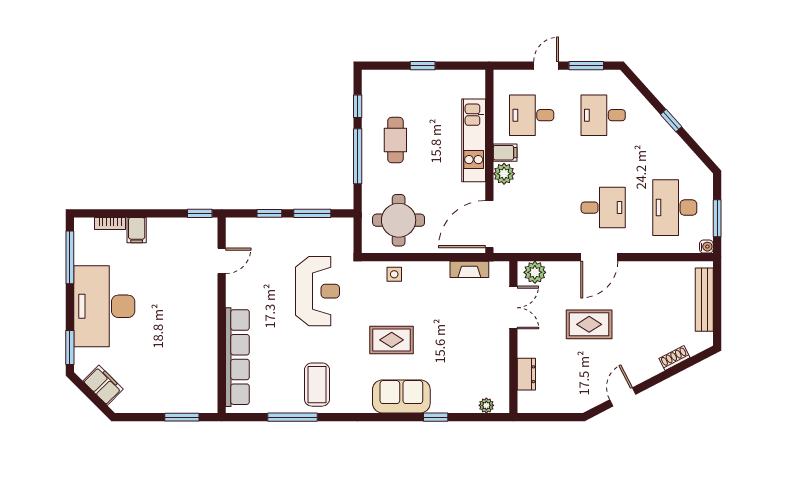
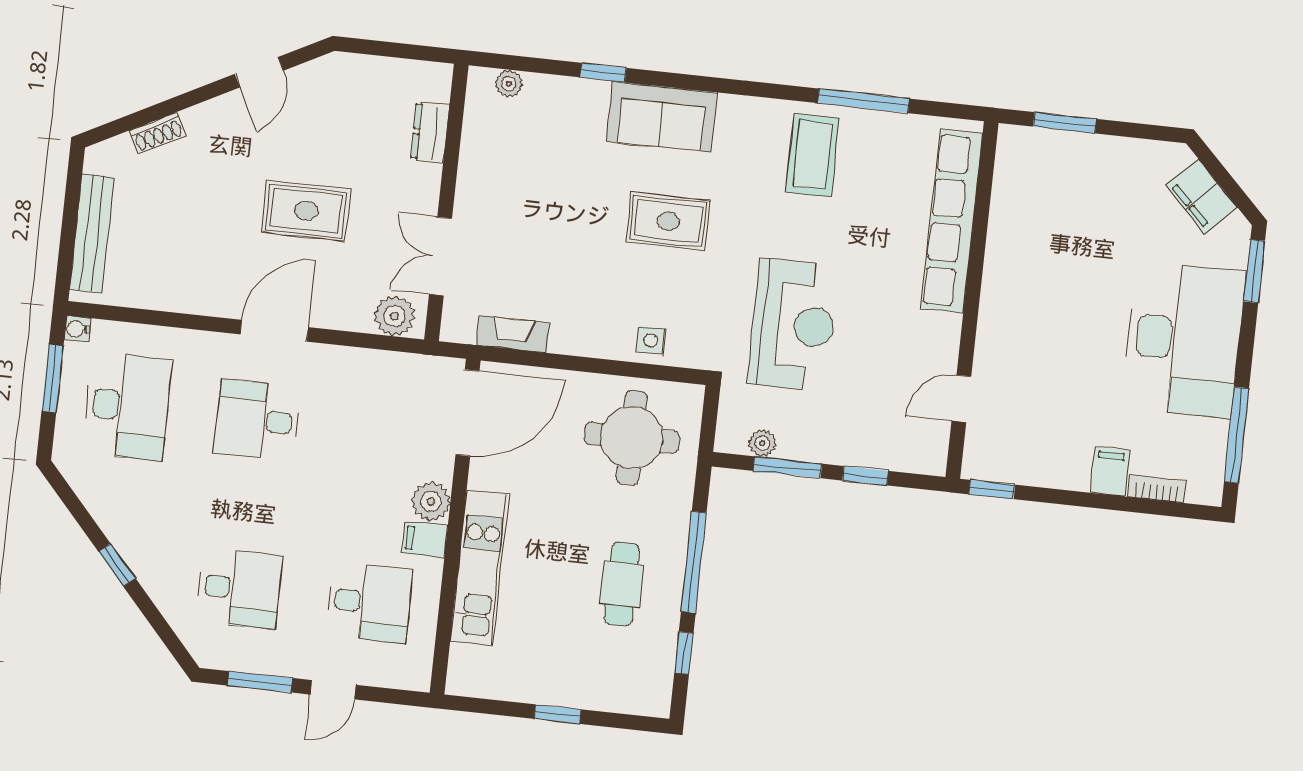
plant: (327, 225) -> (762, 443), added
reception desk: (318, 291) -> (793, 325), turned 180

